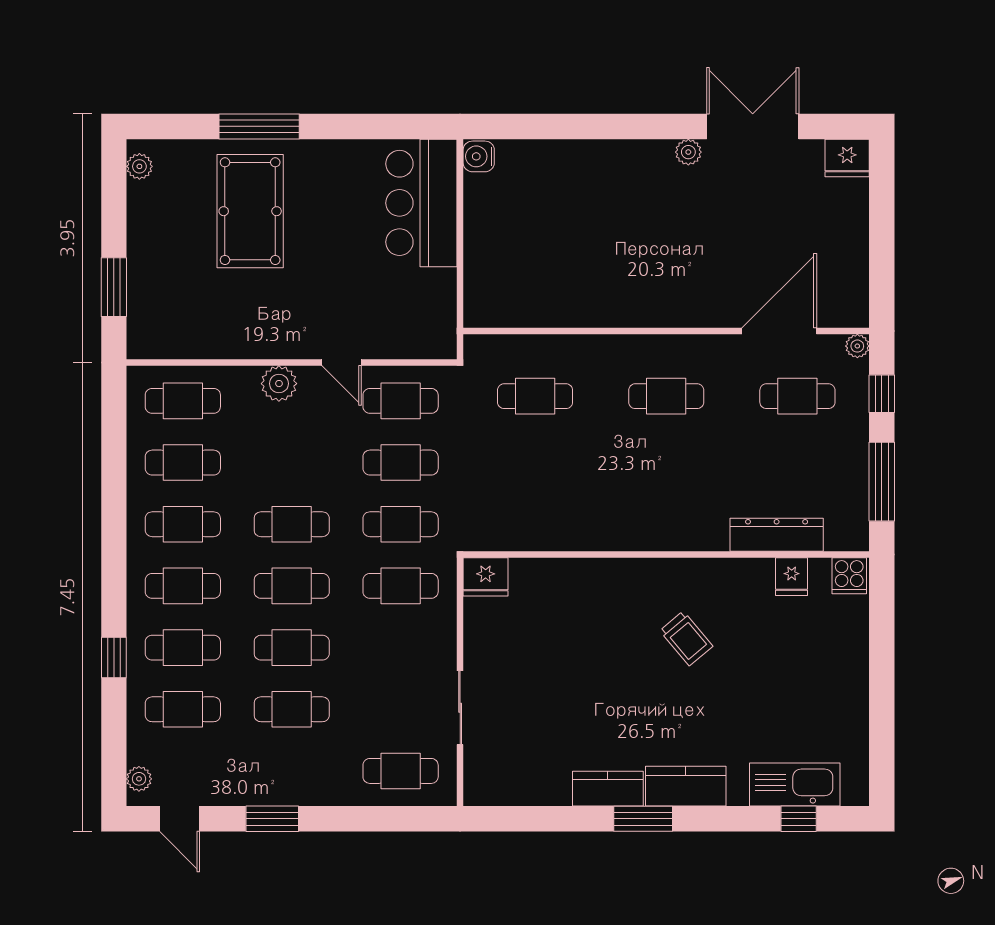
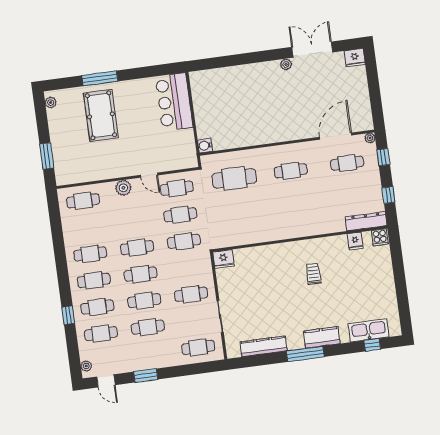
water cooler: (479, 156) -> (205, 146), moved
cafe table: (535, 396) -> (234, 178), width x1.37, depth x1.35
cafe table: (183, 463) -> (87, 227), removed
window: (882, 482) -> (388, 195), width x0.46
dresser: (777, 535) -> (366, 221), moved
cafe table: (401, 586) -> (191, 294), moved
trolley: (686, 638) -> (313, 274), turned -140
kitchen counter: (608, 789) -> (264, 346), moved, width x1.50
window: (643, 819) -> (305, 354), width x1.44

